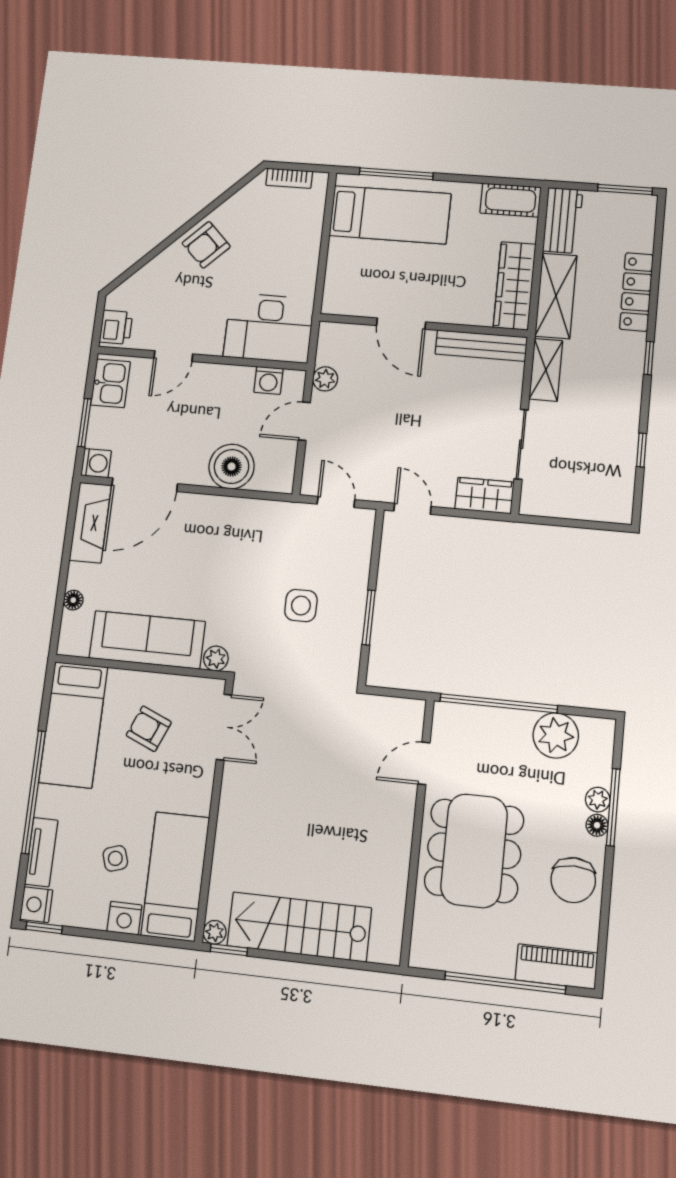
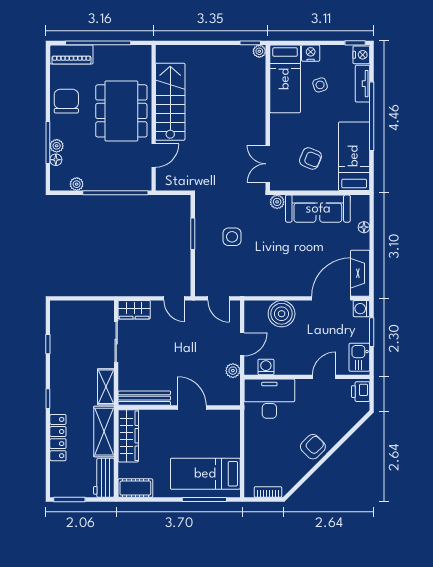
plant: (556, 735) -> (77, 184), width x0.53, depth x0.53
floor lamp: (597, 825) -> (56, 160), moved
stairs: (299, 927) -> (170, 102), moved, turned -90

